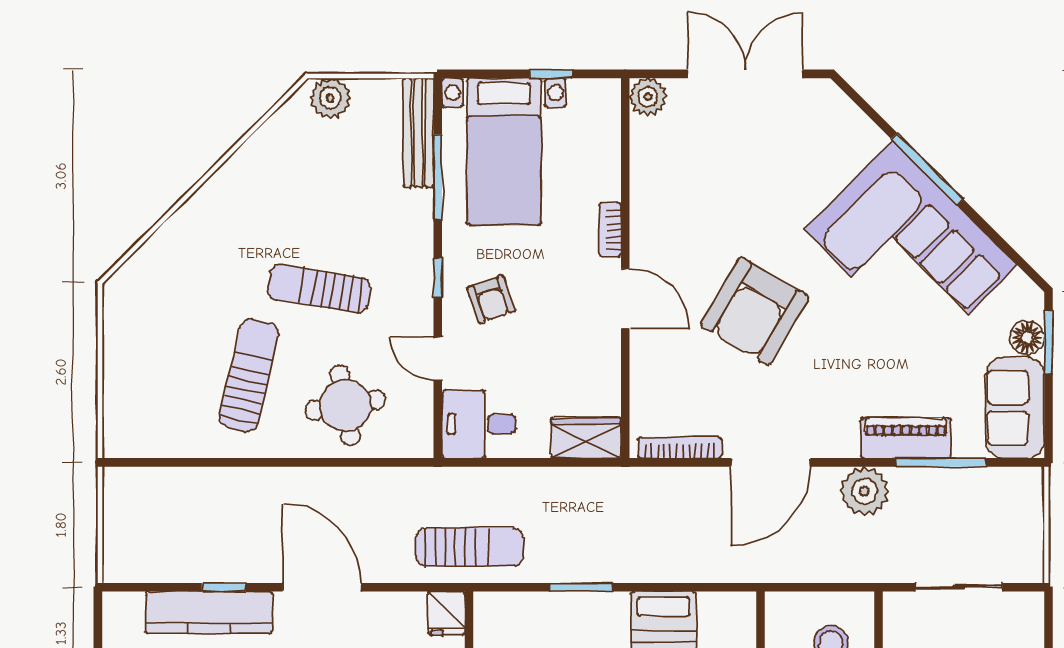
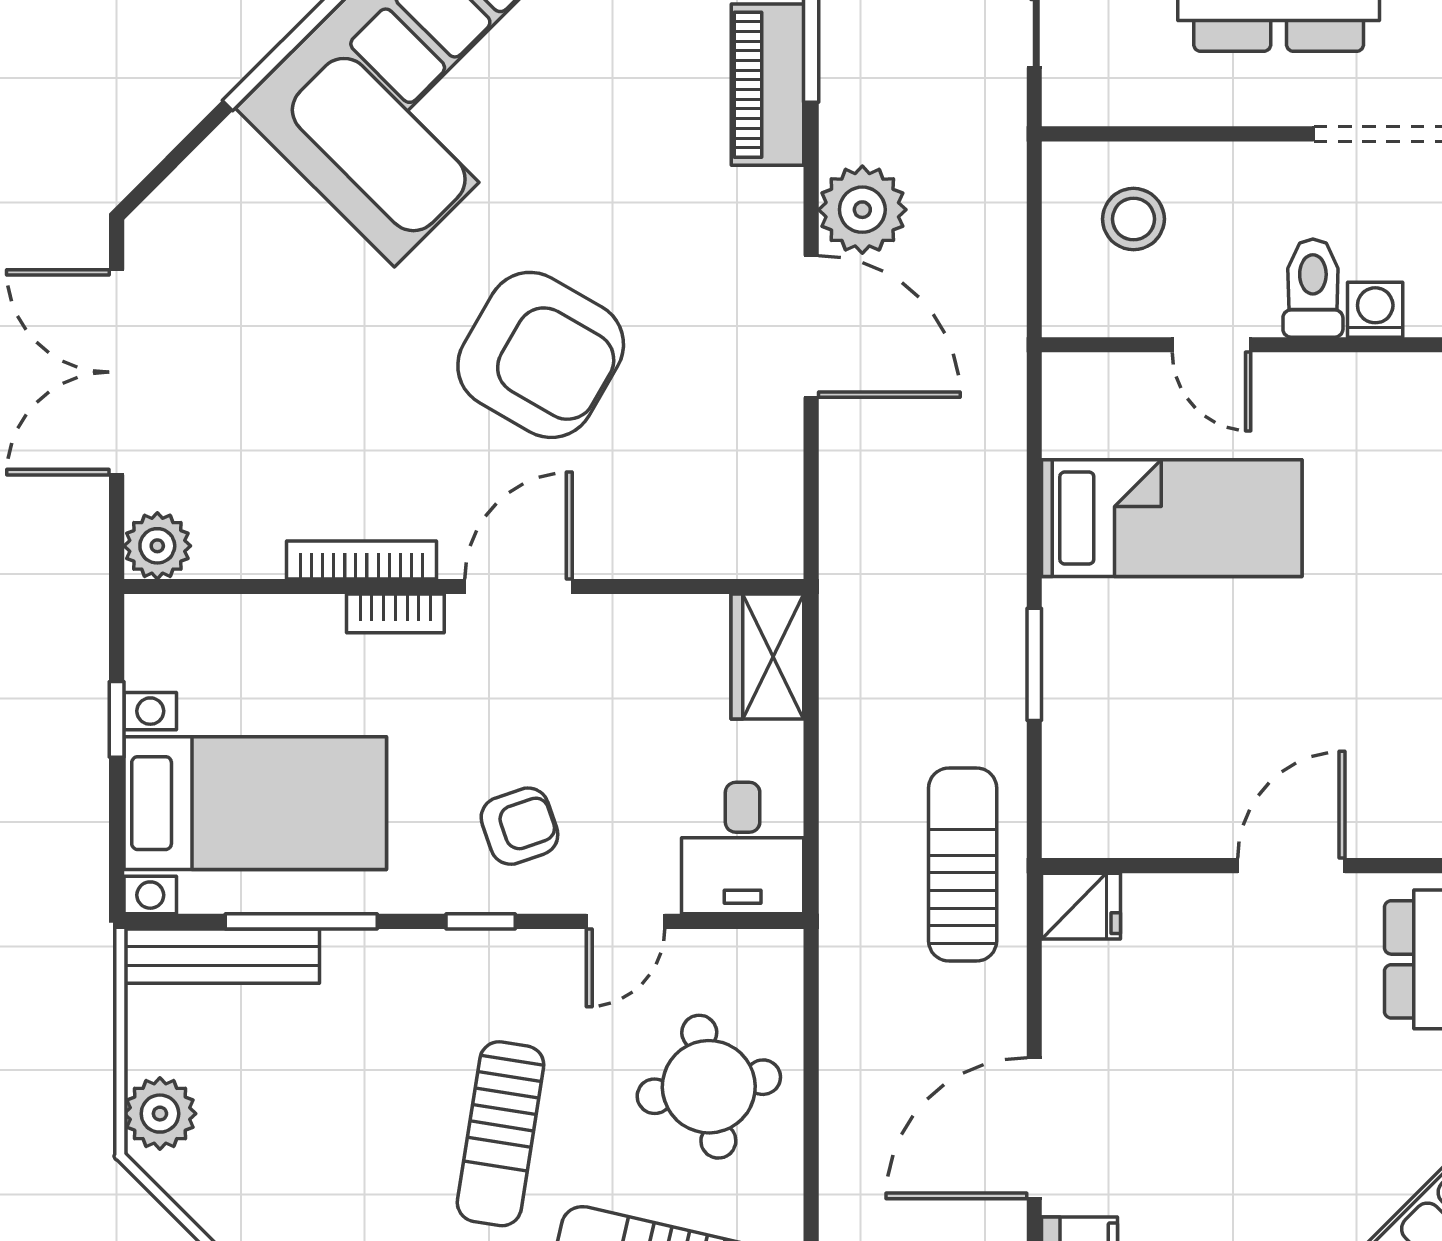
bookcase: (680, 448) -> (361, 560), moved, turned 90
plant: (864, 491) -> (862, 210), moved

